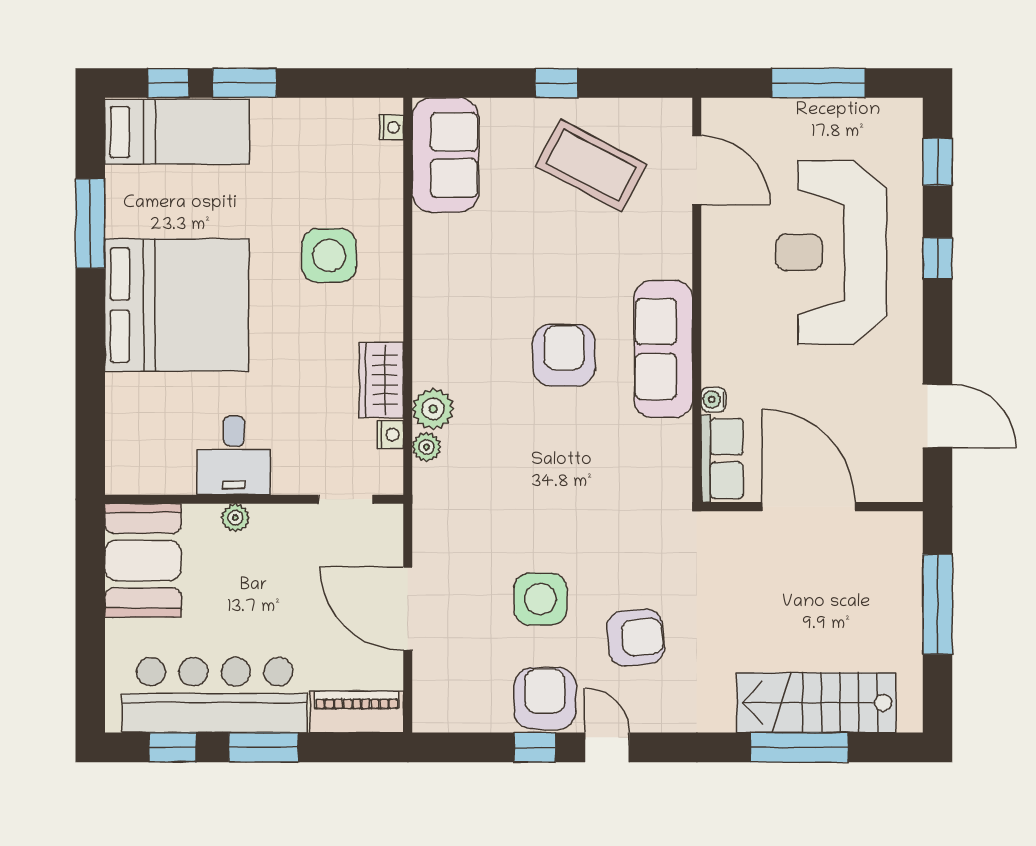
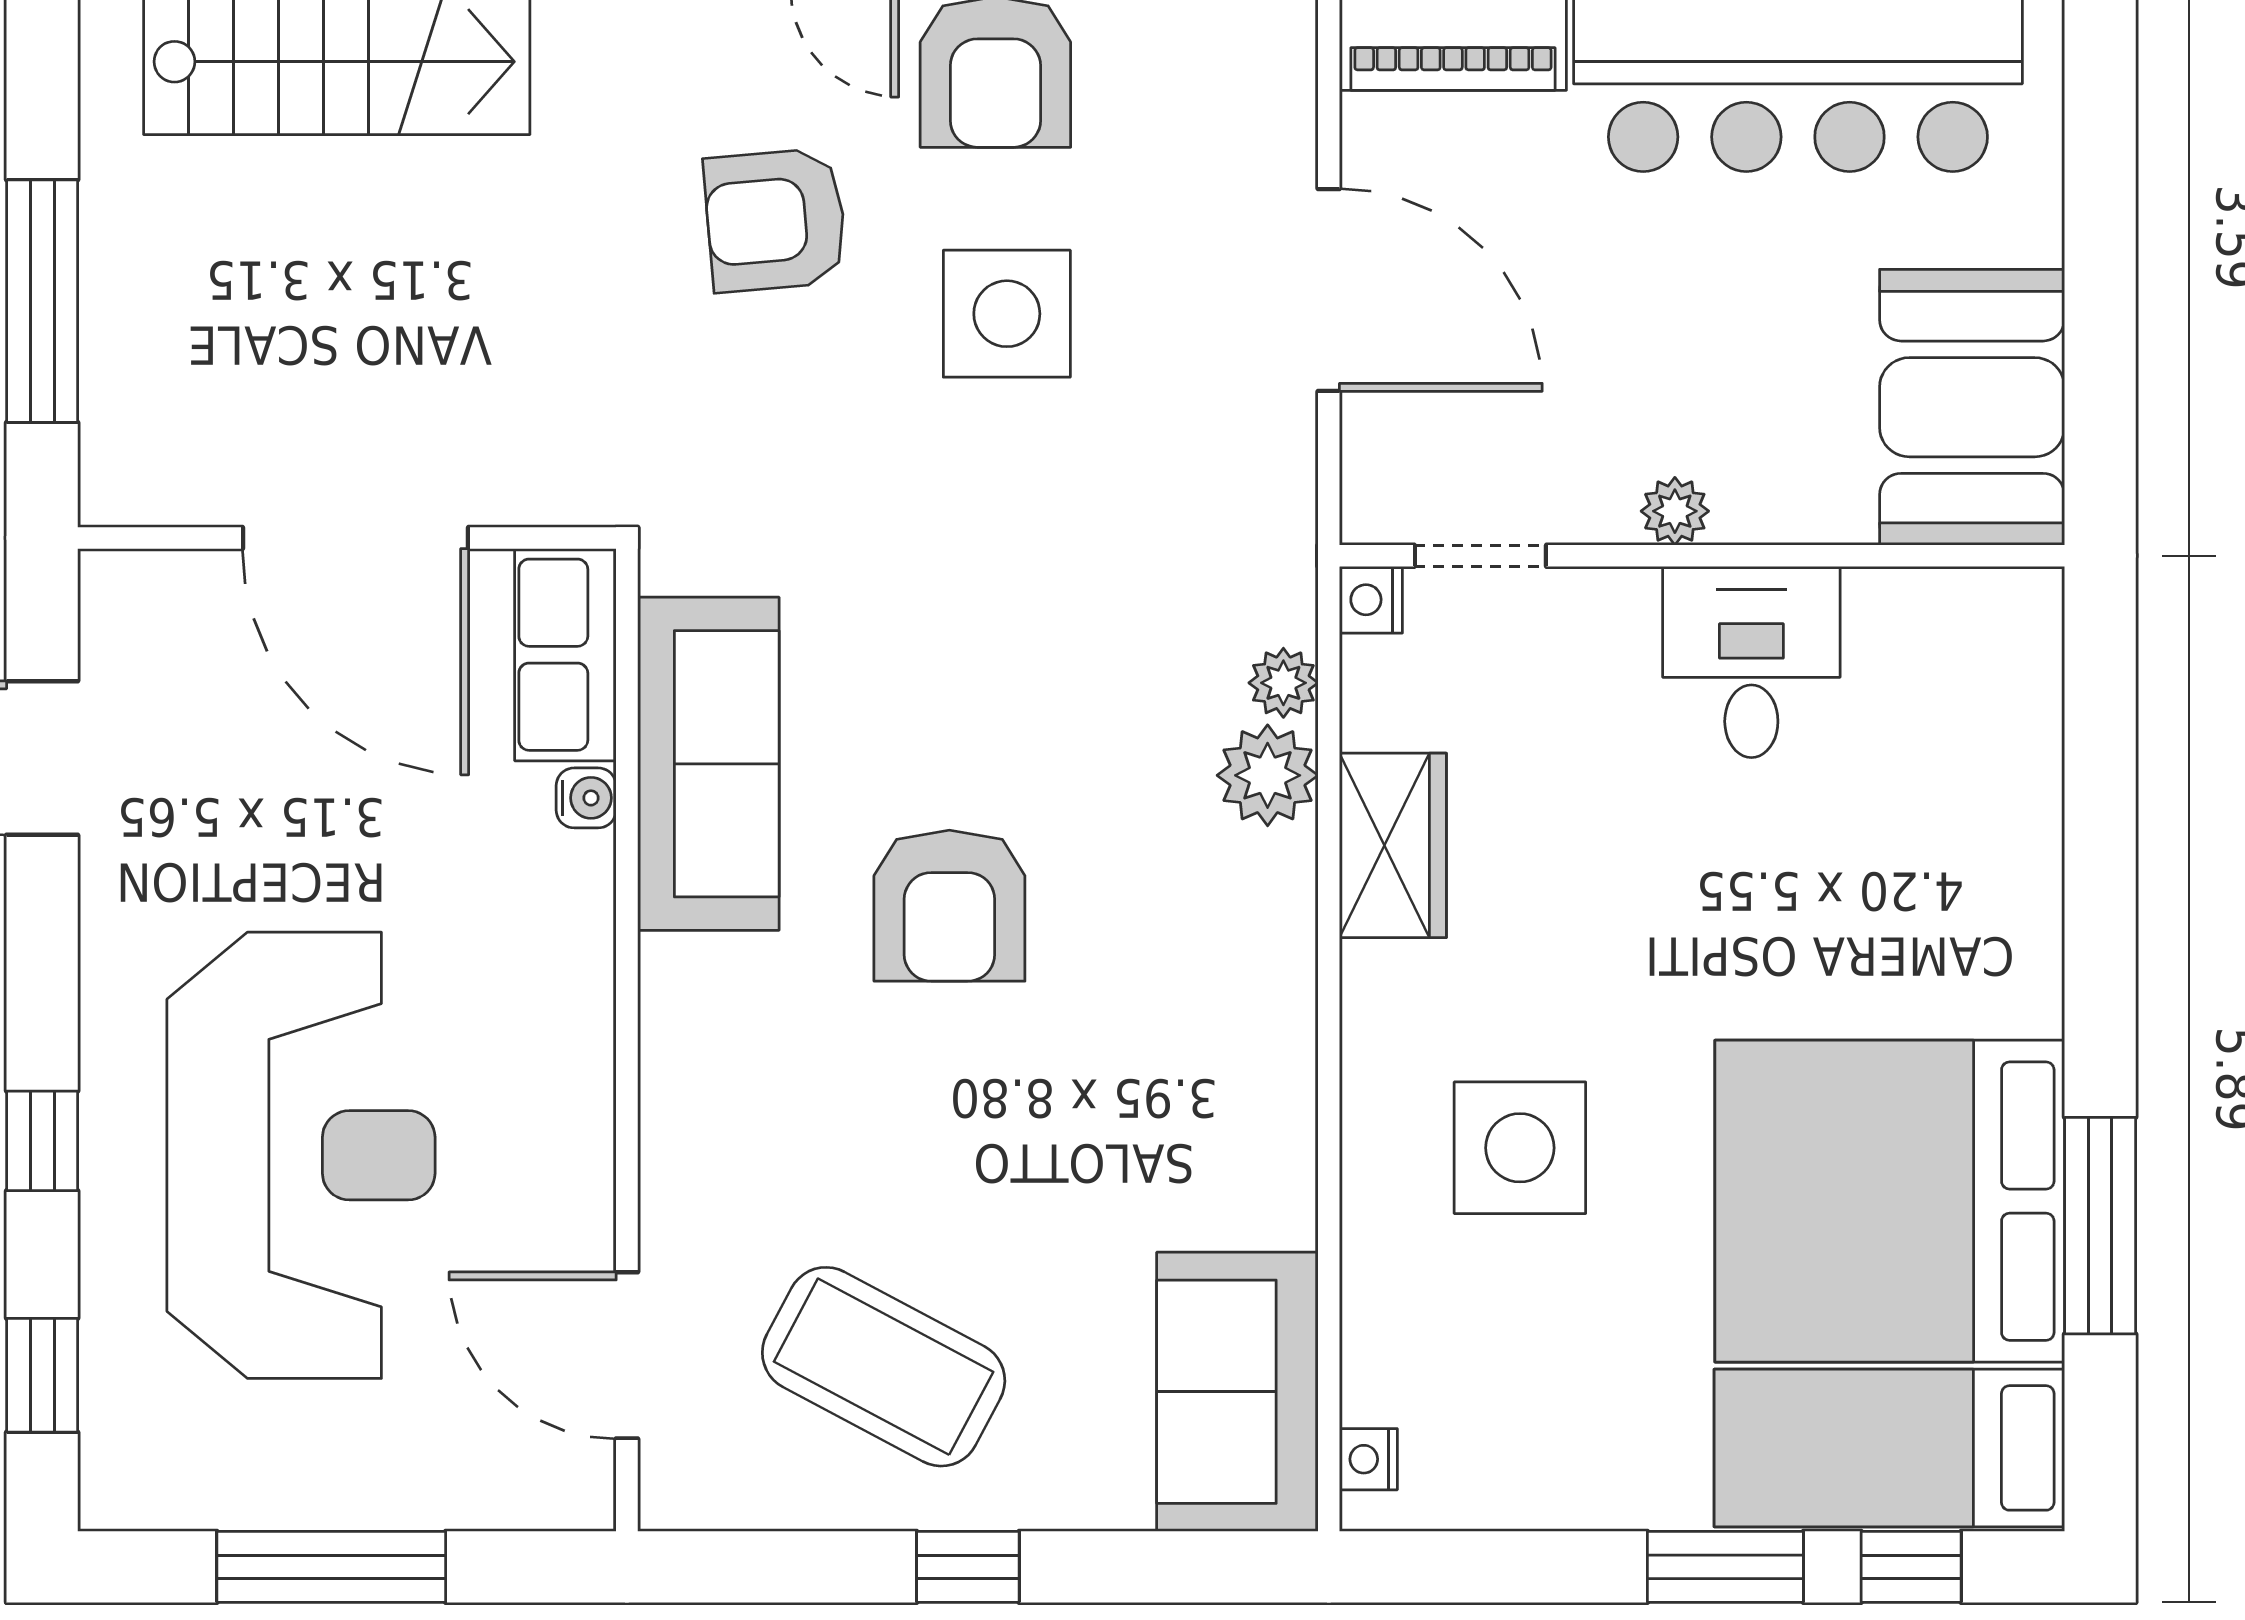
bed: (177, 305) -> (1890, 1201), moved
sofa: (663, 349) -> (708, 764), moved
nightstand: (390, 435) -> (1371, 600), moved
plant: (235, 518) -> (1675, 511), moved

